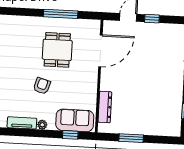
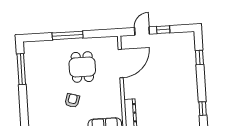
window: (61, 14) -> (68, 35), moved

